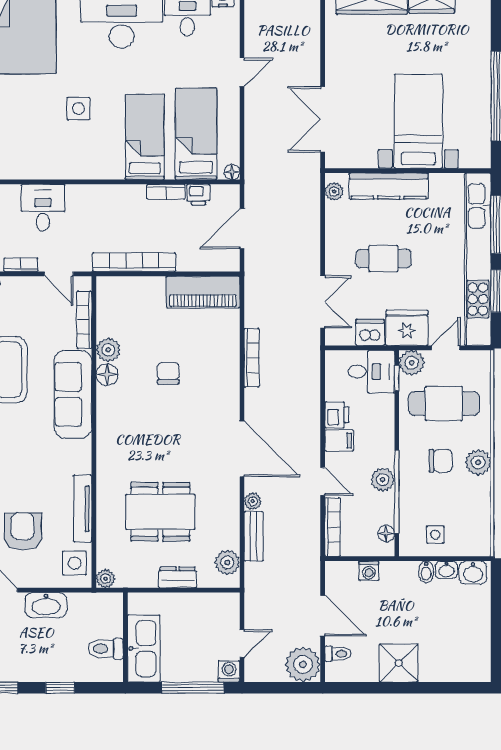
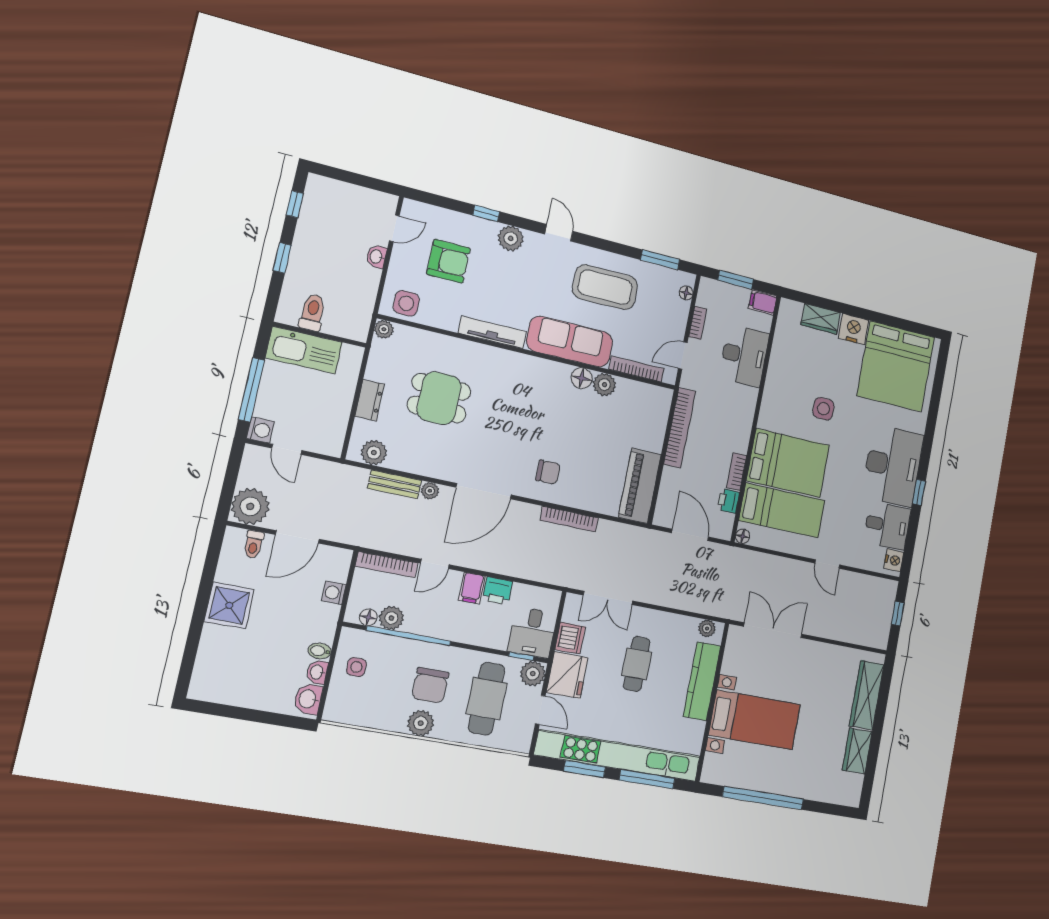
bed: (145, 137) -> (788, 463), width x1.50
desk: (43, 208) -> (744, 356), width x1.37
chair: (168, 373) -> (548, 472), moved
chair: (441, 461) -> (430, 685), width x1.37, depth x1.37
plant: (383, 480) -> (391, 618), moved
tv unit: (83, 509) -> (492, 332), moved
dining table: (160, 512) -> (439, 398), width x0.73
washbasin: (46, 605) -> (376, 257), width x0.52, depth x0.69

